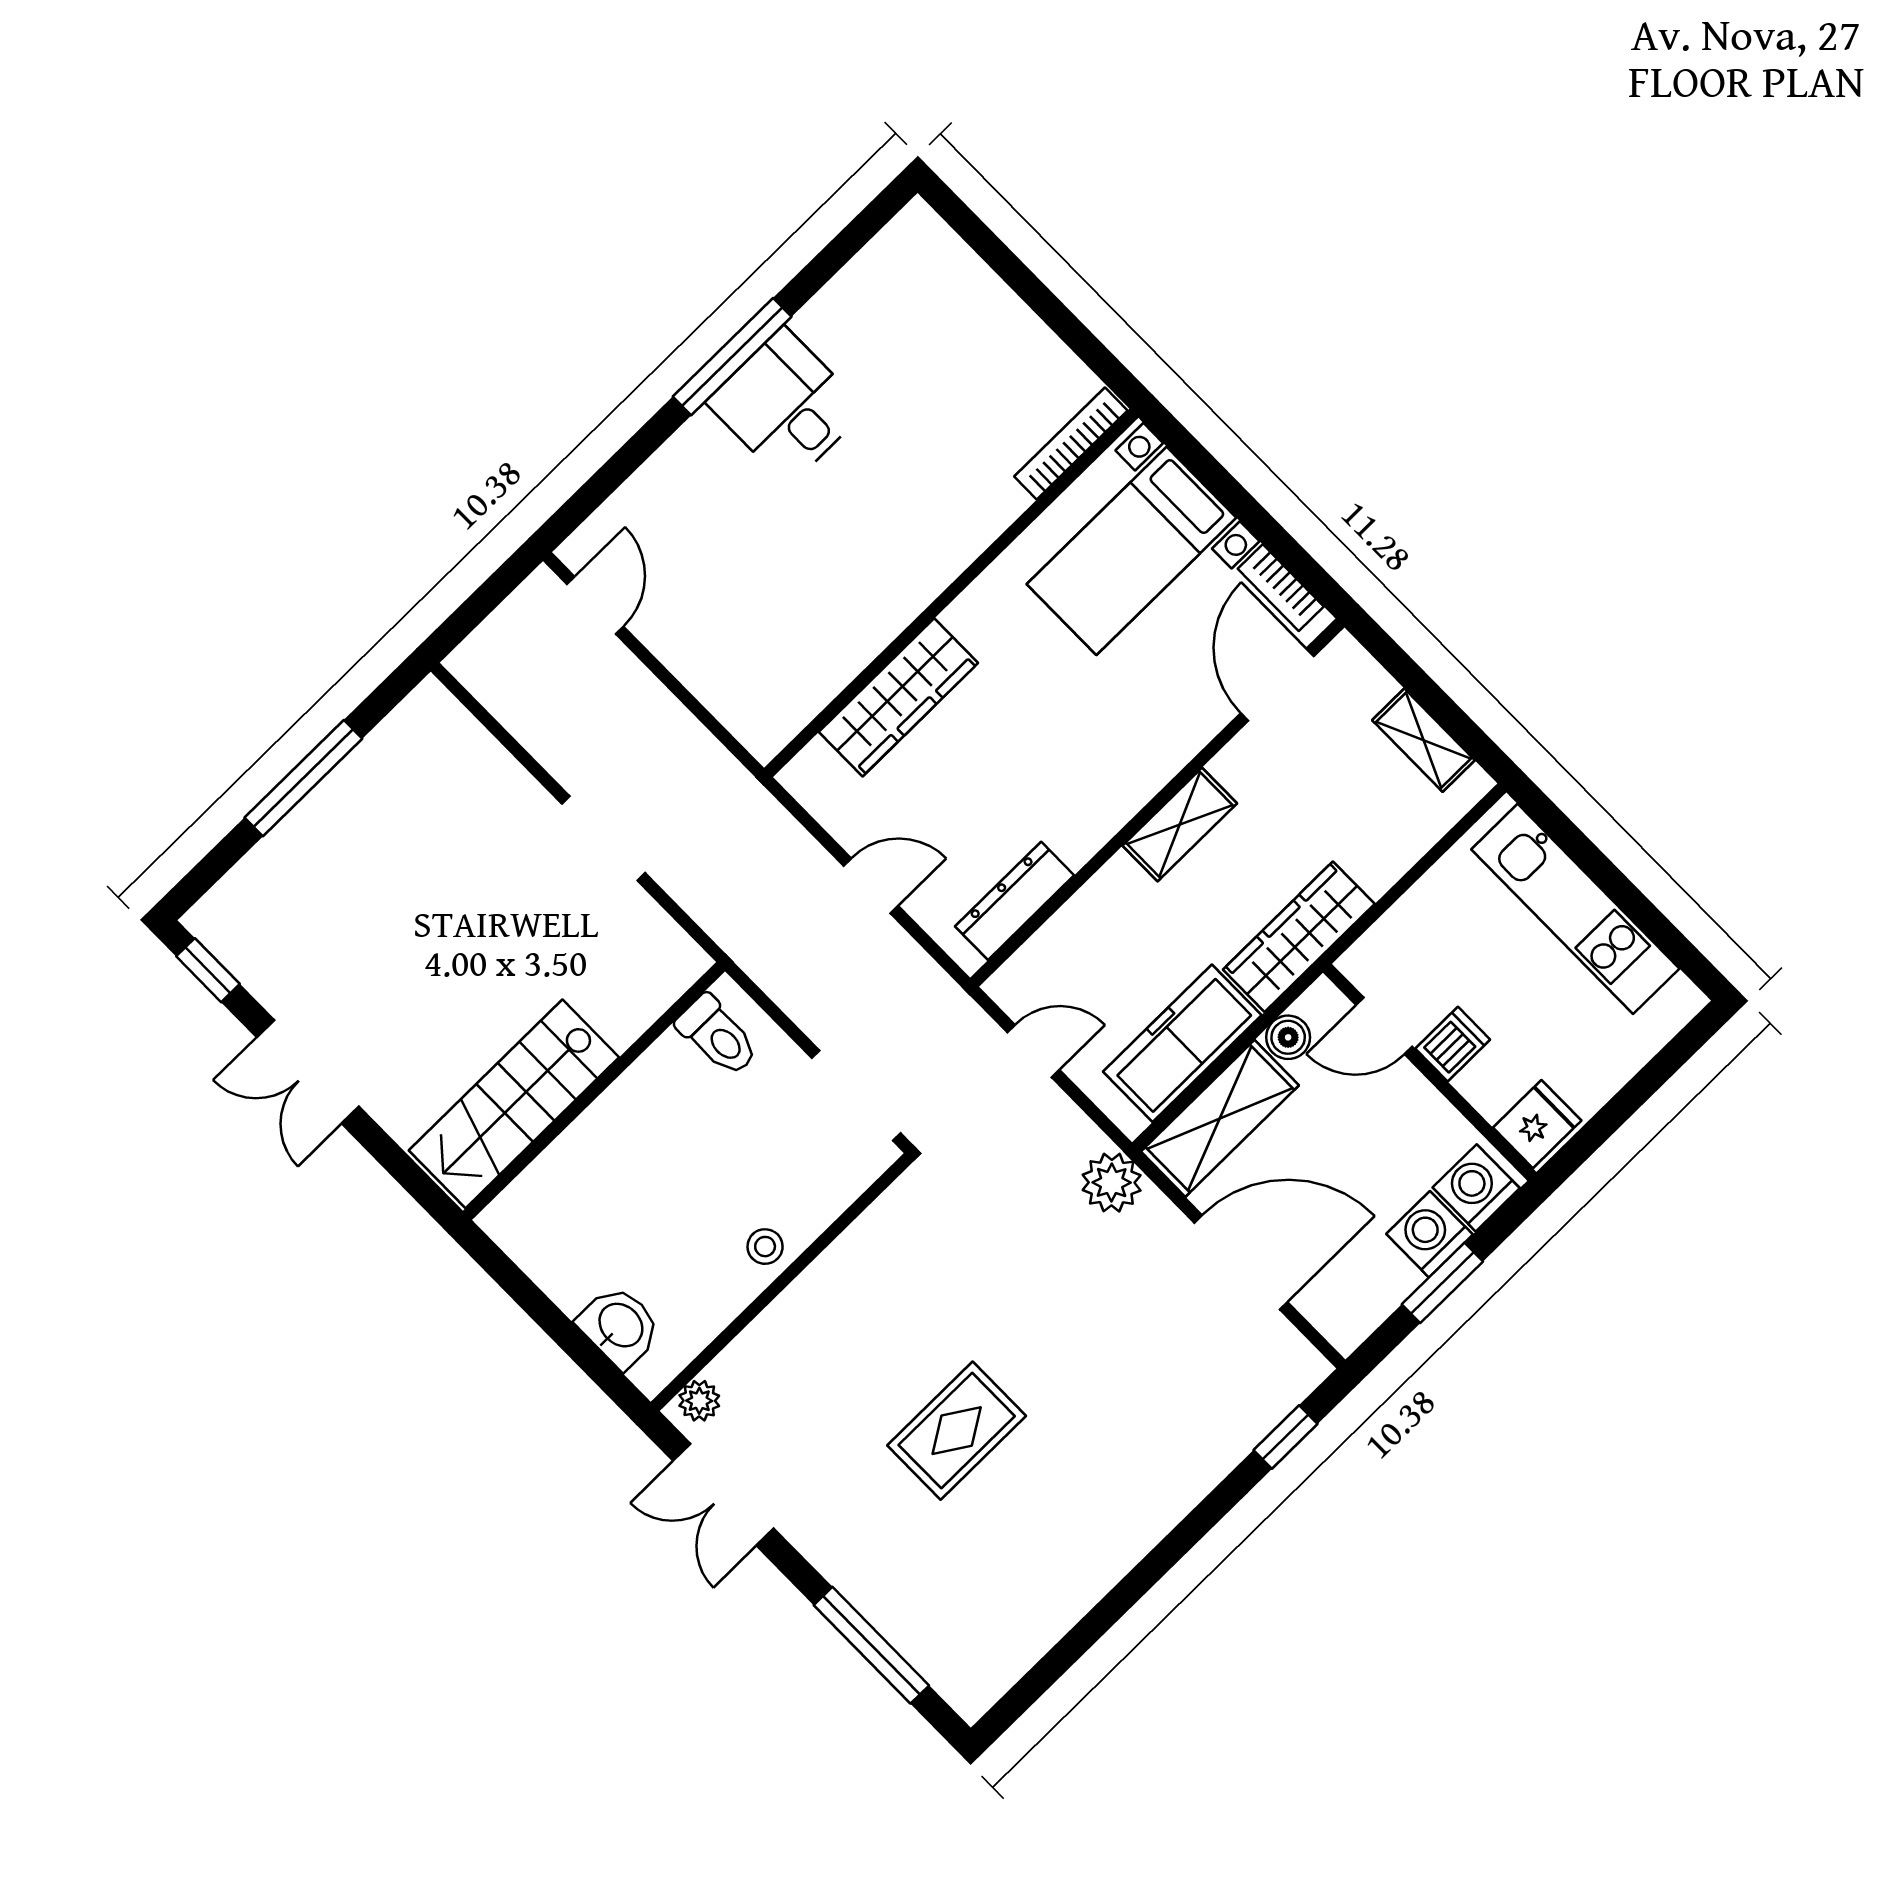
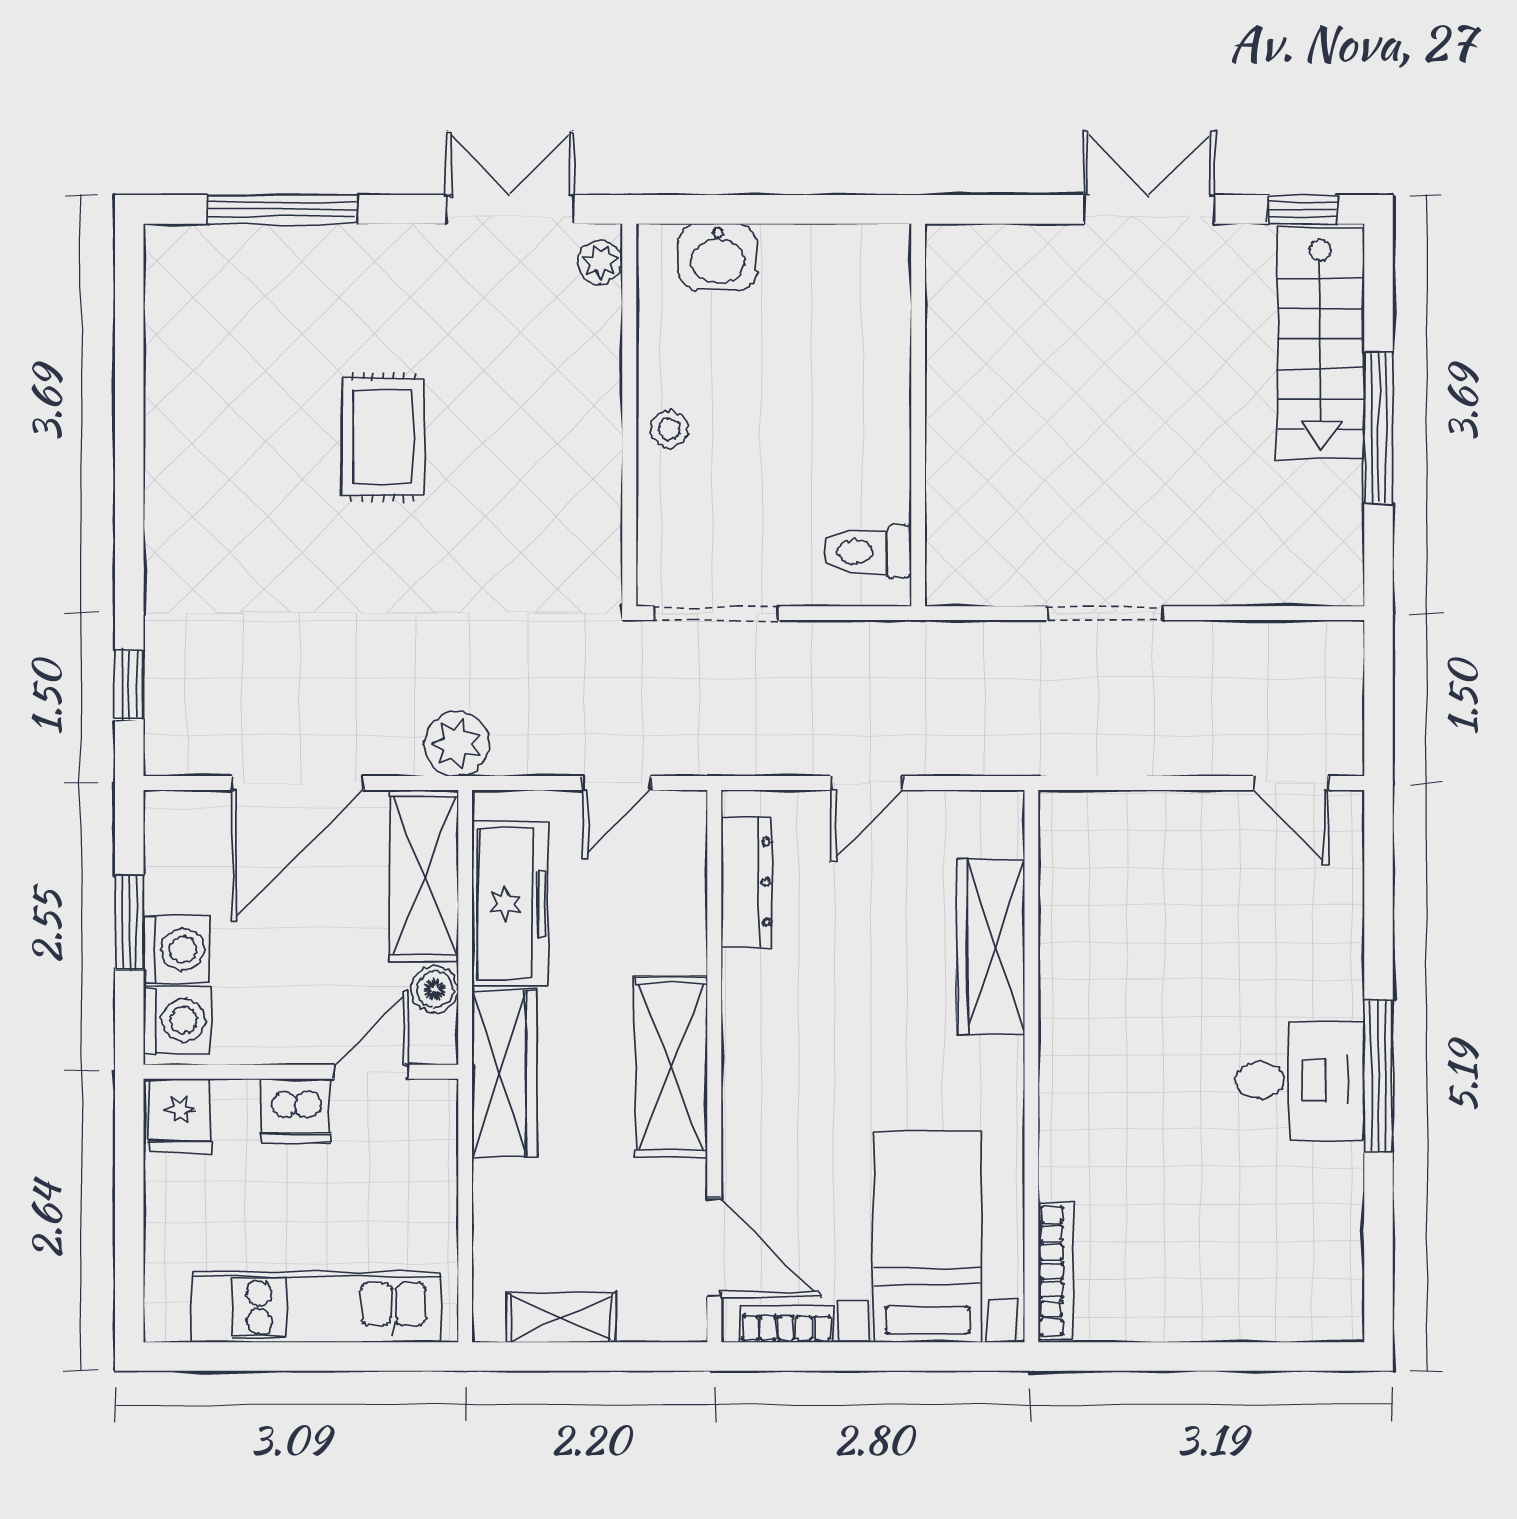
shelving: (1180, 824) -> (671, 1067), width x1.50, depth x1.33
dishwasher: (1453, 1044) -> (296, 1111), width x1.38
stairs: (514, 1104) -> (1320, 343), moved, turned 180

